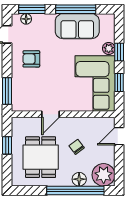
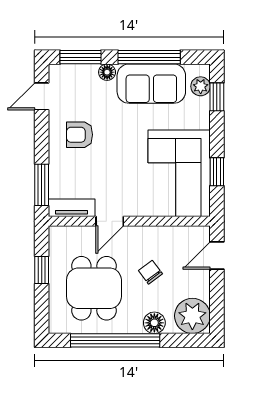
floor lamp: (26, 19) -> (107, 72), moved
plant: (109, 48) -> (201, 86), moved
window: (119, 52) -> (217, 97), moved
tv unit: (26, 106) -> (72, 208), added
window: (75, 190) -> (115, 340), moved

